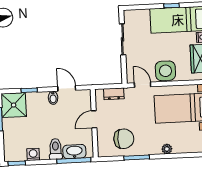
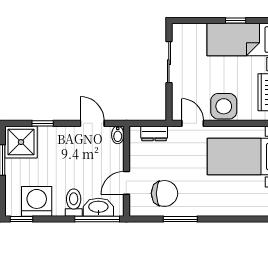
bidet: (53, 98) -> (118, 135), moved
door: (94, 119) -> (126, 183), moved
plant: (167, 149) -> (221, 210), removed
washing machine: (33, 154) -> (37, 201), width x1.89, depth x1.89

